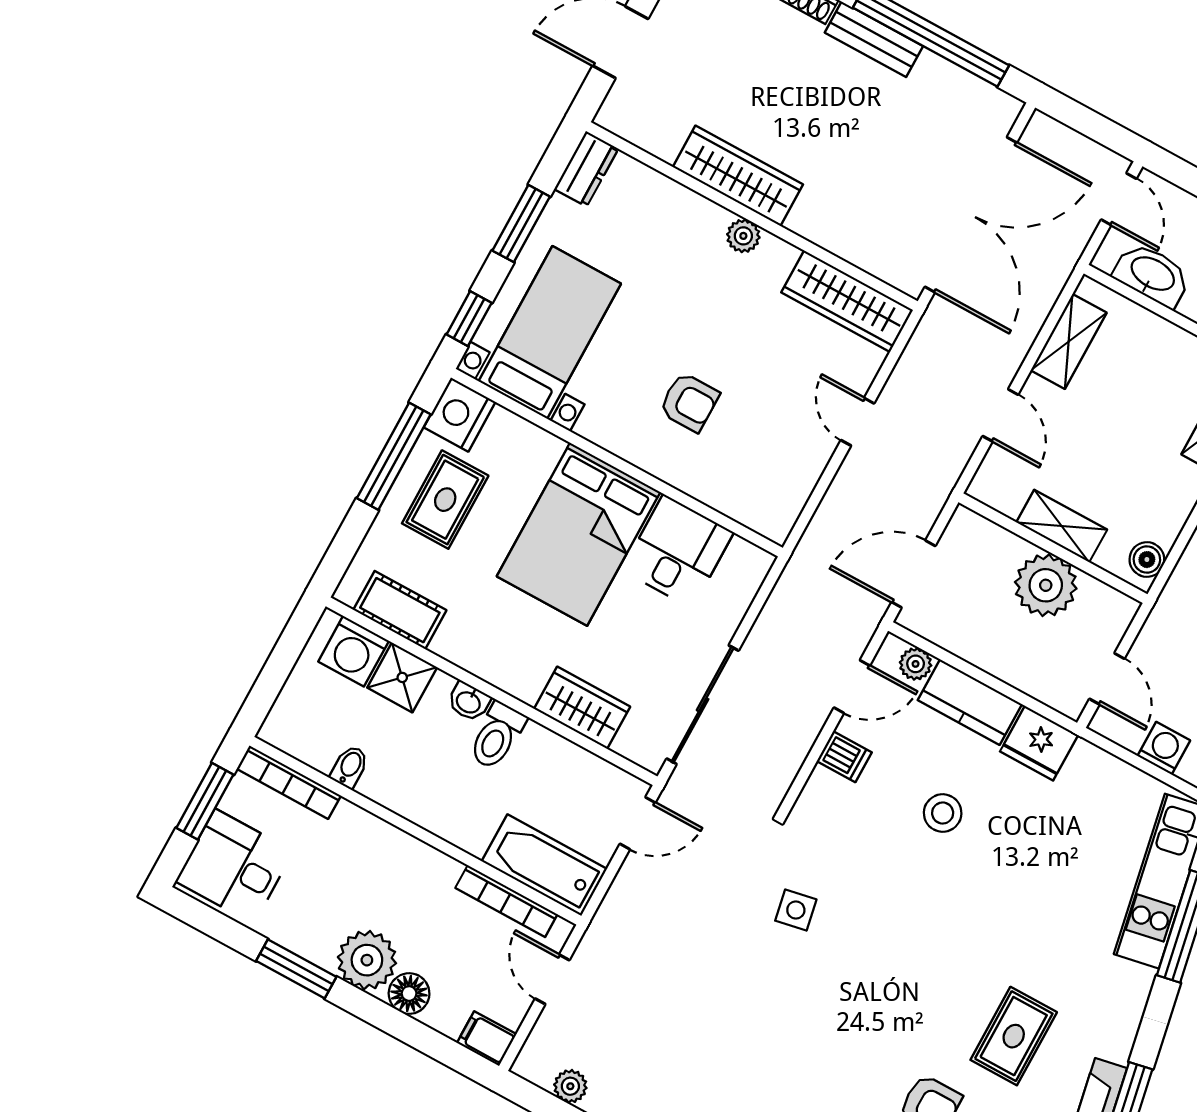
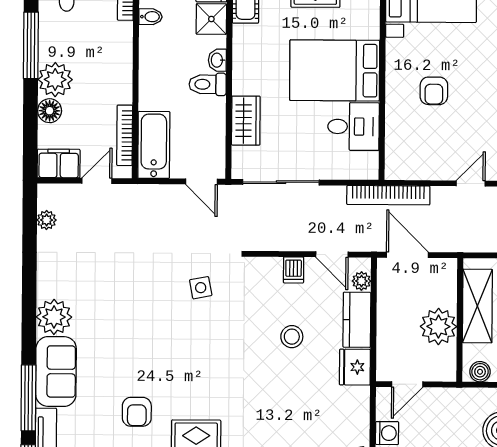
shelving: (1062, 526) -> (477, 306), width x1.50, depth x1.33
bookcase: (809, 555) -> (388, 195), added
window: (296, 969) -> (31, 45), width x1.44
filing cabinet: (487, 1039) -> (59, 164), width x2.00

